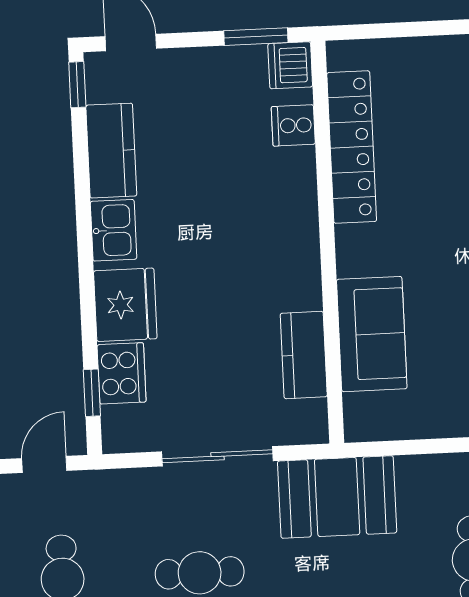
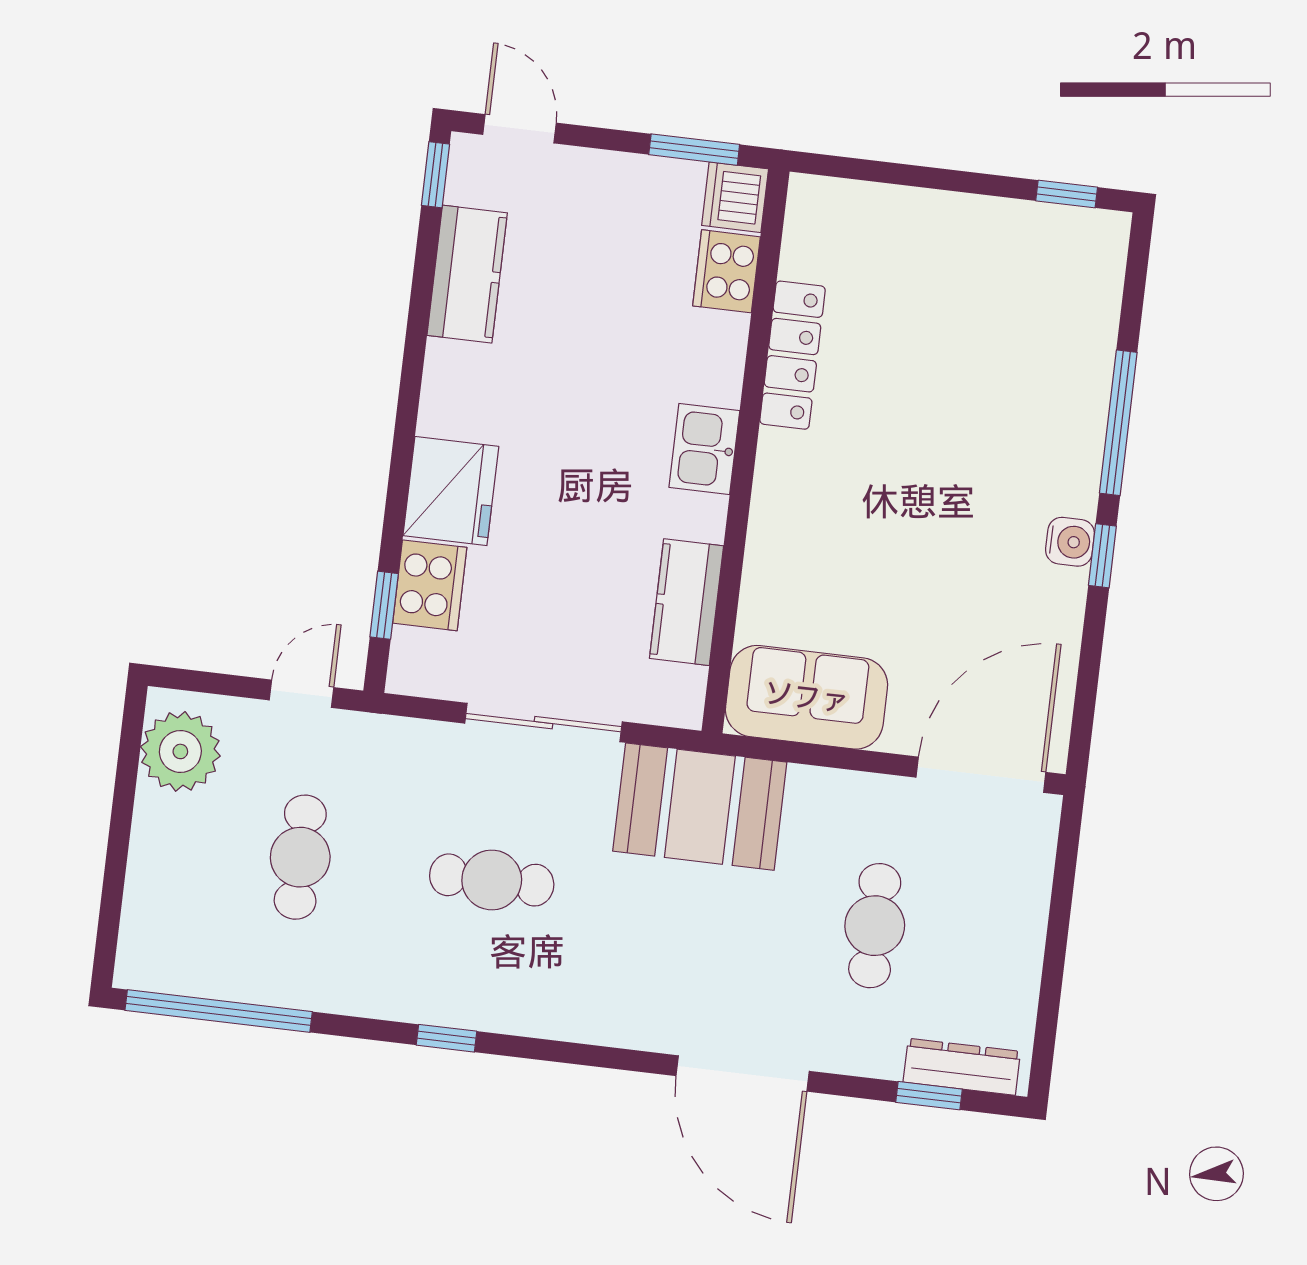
cooker: (293, 125) -> (727, 271), width x1.36
locker: (352, 147) -> (793, 355), width x0.71, depth x0.83
kitchen sink: (114, 230) -> (704, 449), moved, turned 180
sofa: (372, 334) -> (807, 697), moved, turned -90

